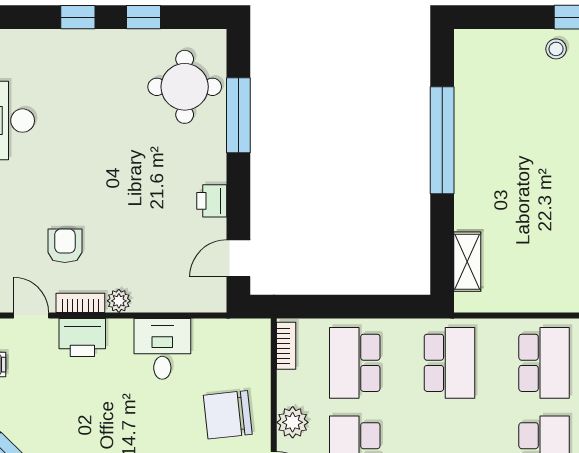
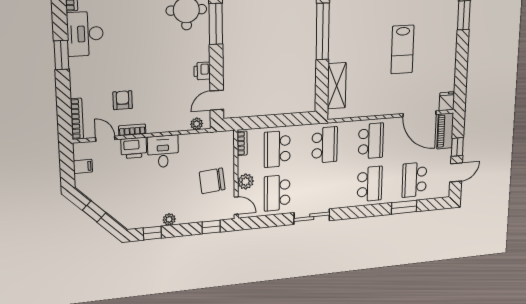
shelving: (467, 262) -> (337, 86), width x1.50, depth x1.33
plant: (119, 301) -> (197, 124), moved
desk: (162, 349) -> (163, 151), moved

